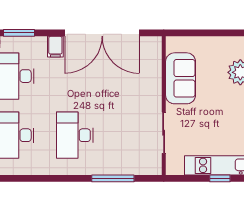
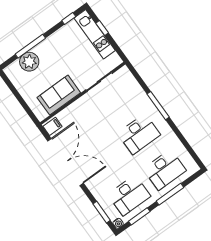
filing cabinet: (55, 47) -> (52, 126), moved
window: (113, 178) -> (158, 106), moved

